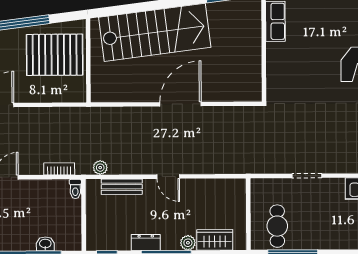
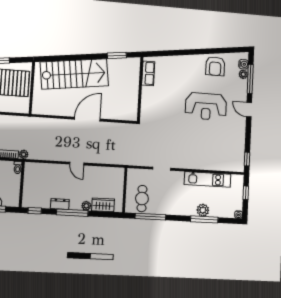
plant: (100, 168) -> (24, 154), moved
bench: (122, 187) -> (47, 168), removed

